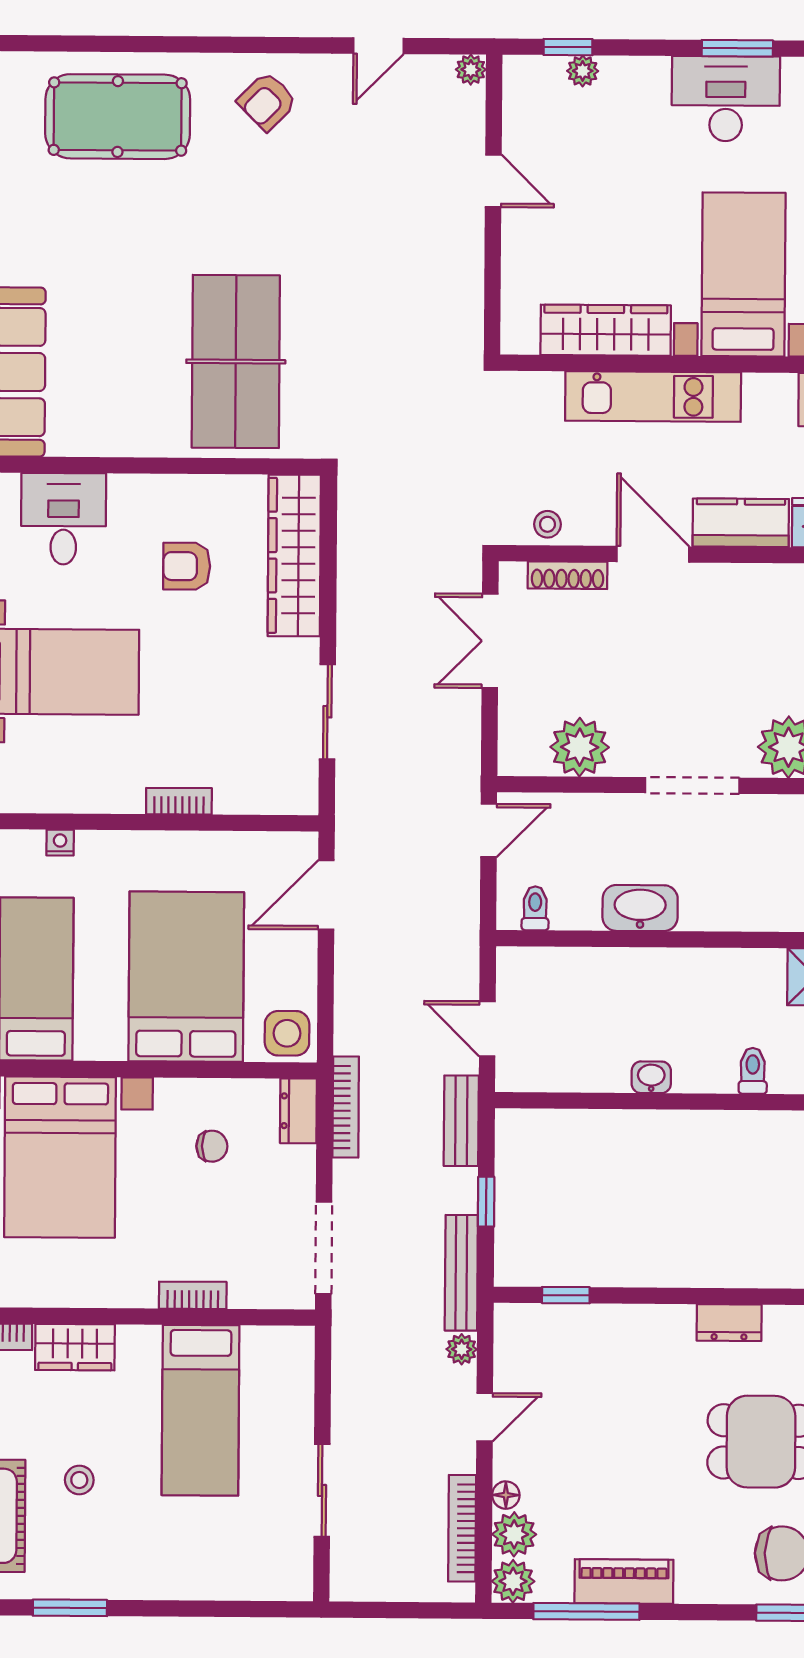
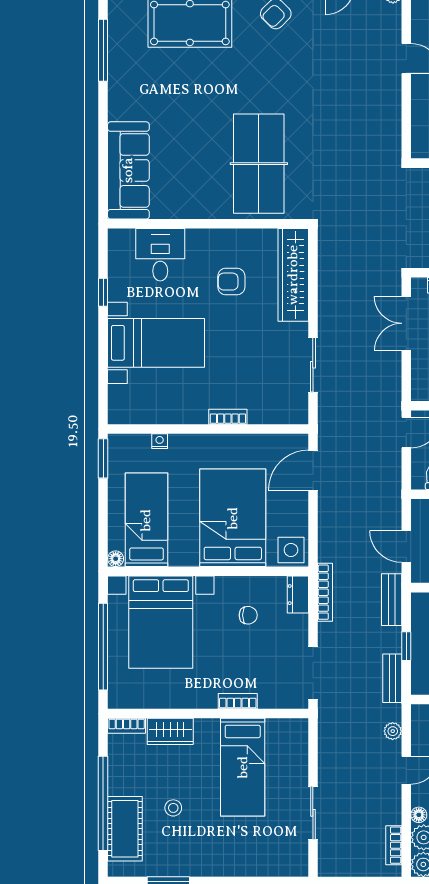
bench: (461, 1273) -> (392, 678), width x0.73
bookcase: (462, 1528) -> (394, 845), width x0.64

